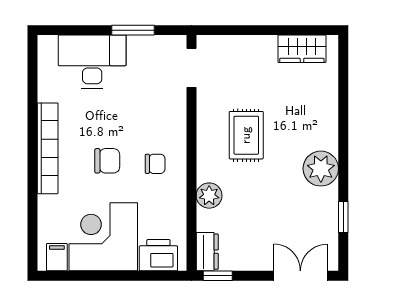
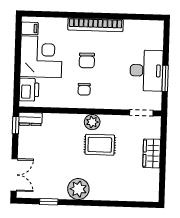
wardrobe: (302, 49) -> (152, 153), moved
desk: (92, 61) -> (146, 71), moved
plant: (209, 196) -> (92, 122), moved

